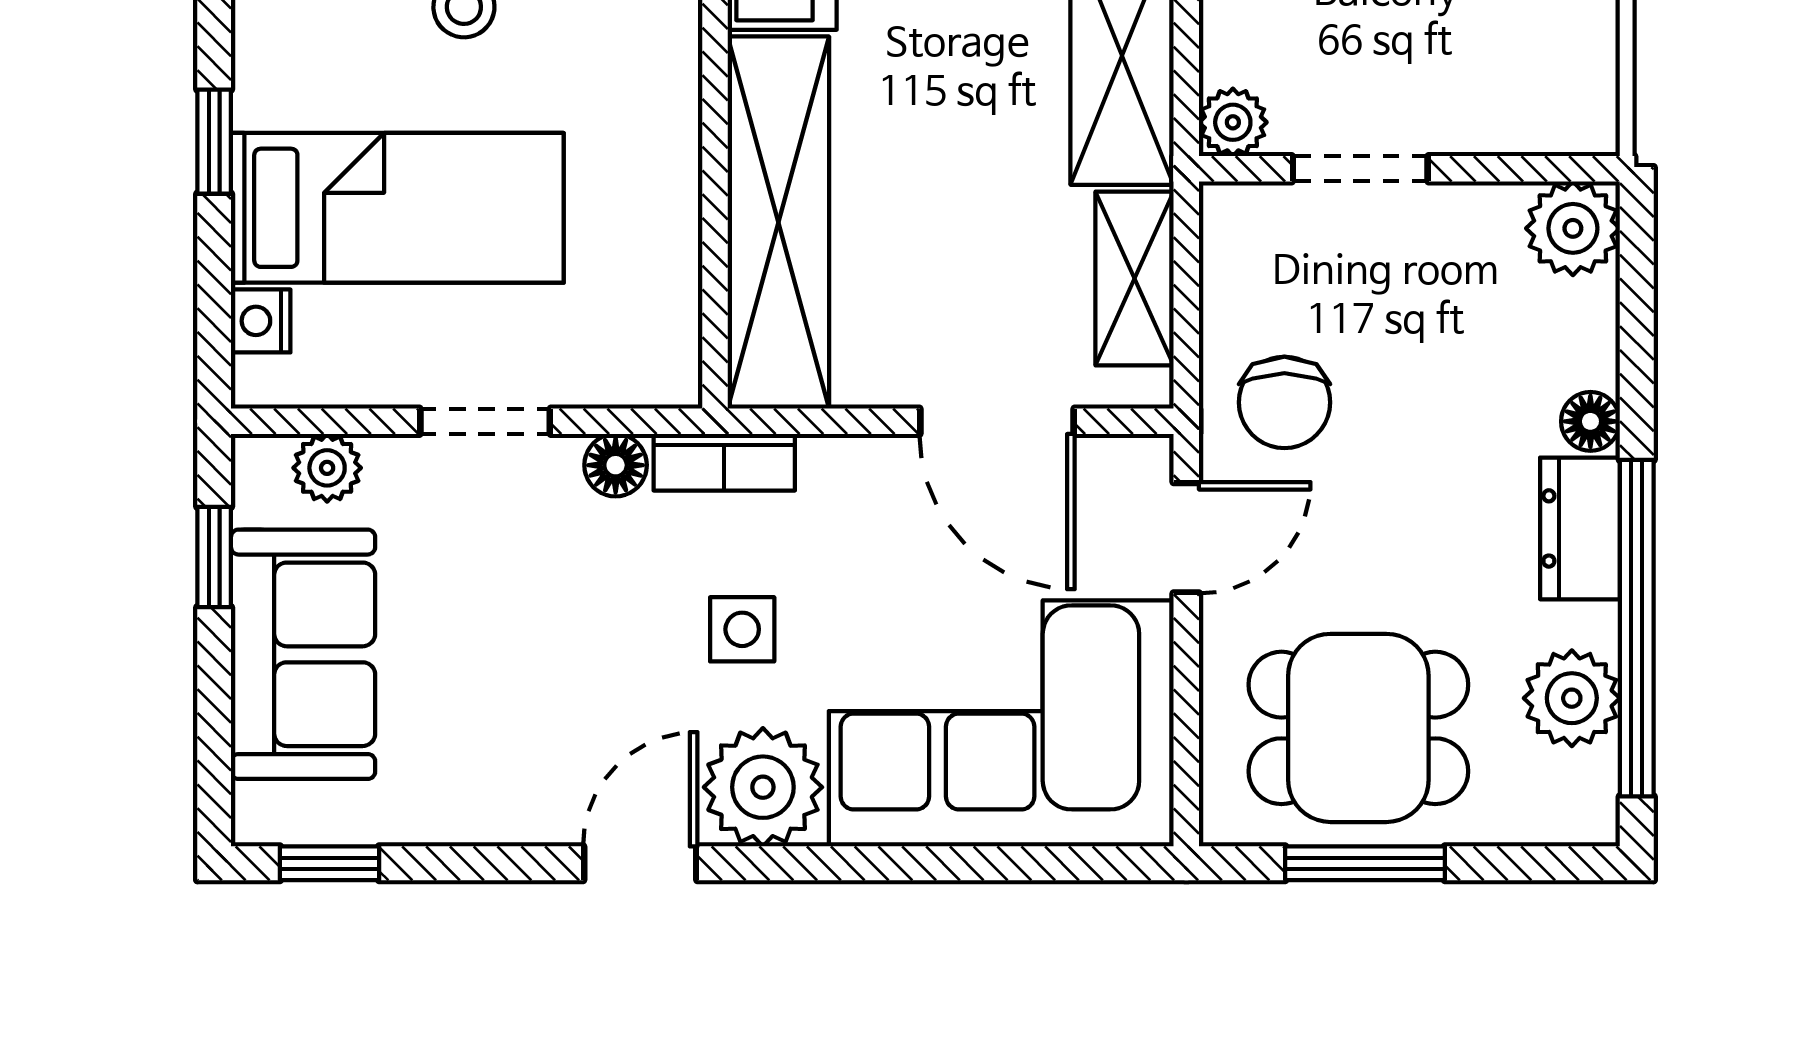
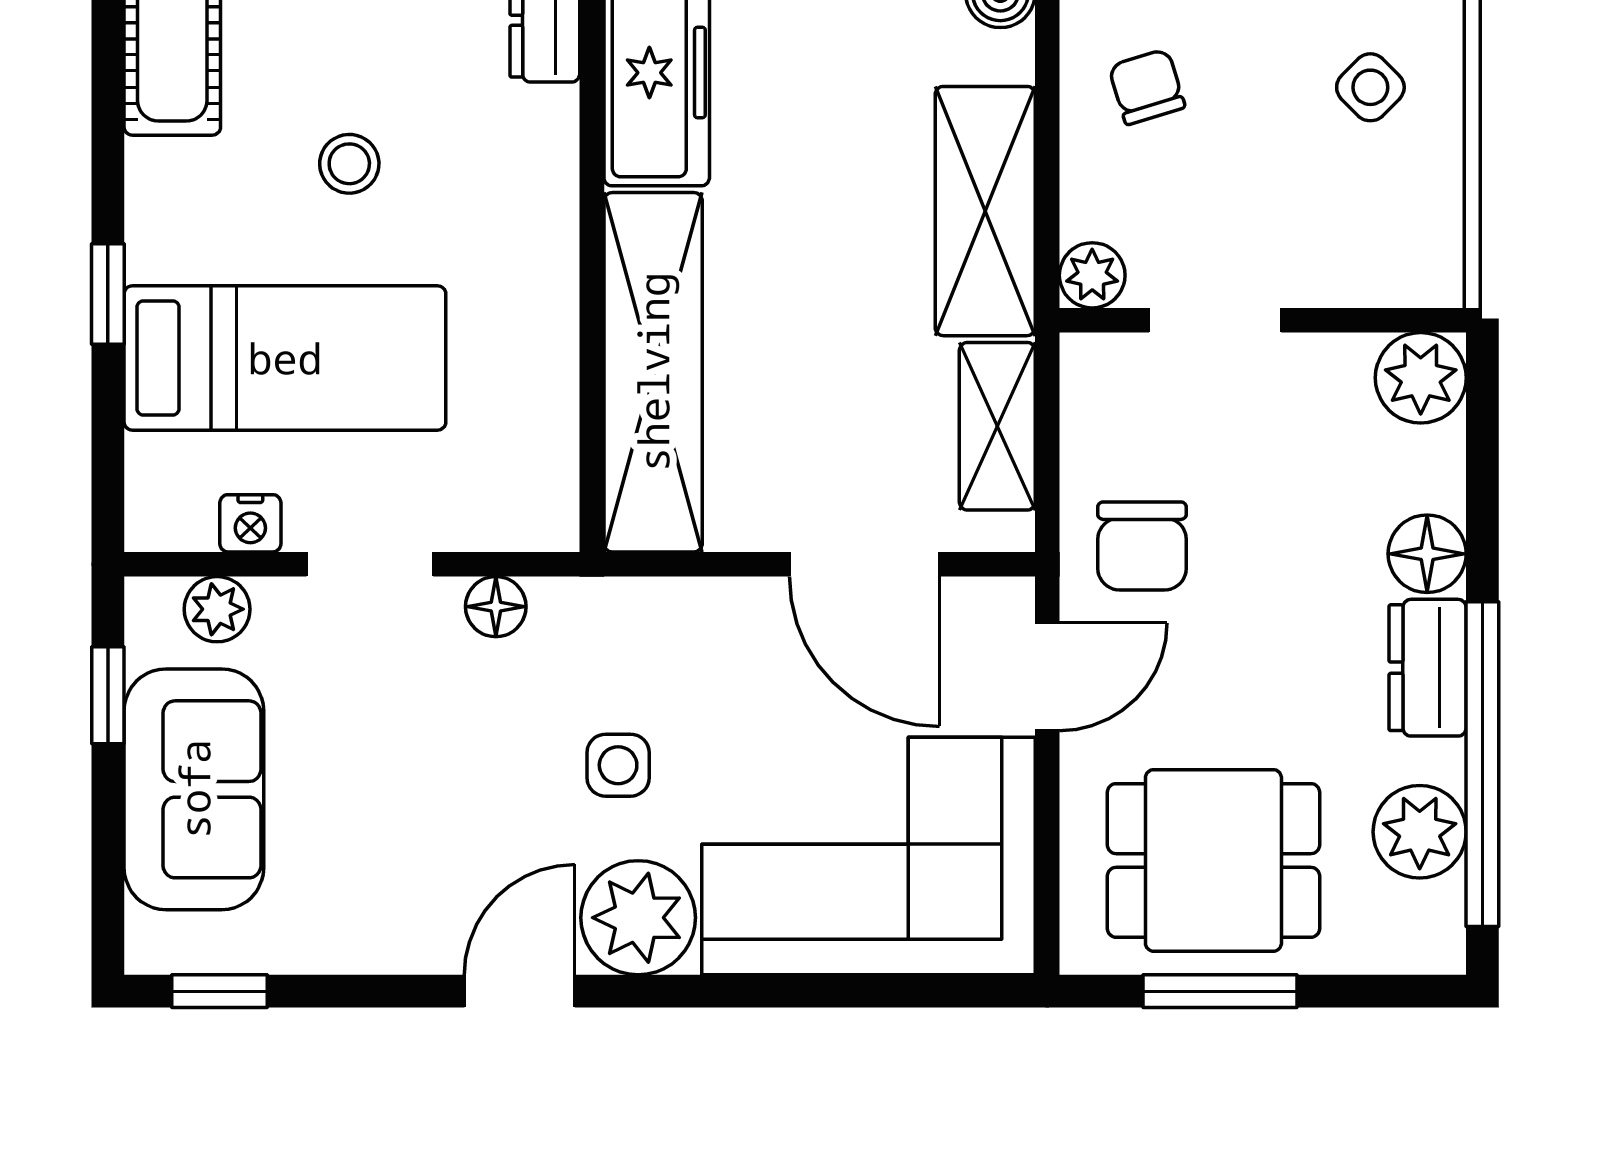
nightstand: (261, 321) -> (250, 523), moved, turned -90
floor lamp: (1590, 421) -> (1427, 554), width x1.37, depth x1.37
bookcase: (724, 462) -> (601, 604), removed

